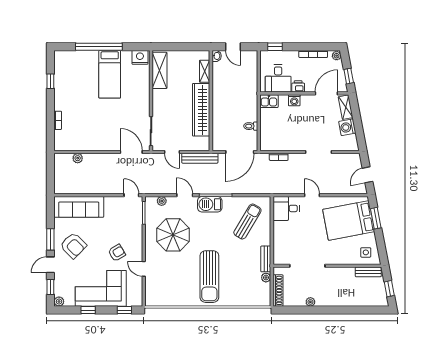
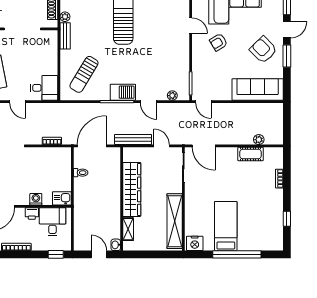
shelving: (159, 70) -> (175, 221), width x1.47
cot: (86, 144) -> (251, 154), added
parasol: (173, 235) -> (161, 61), removed

